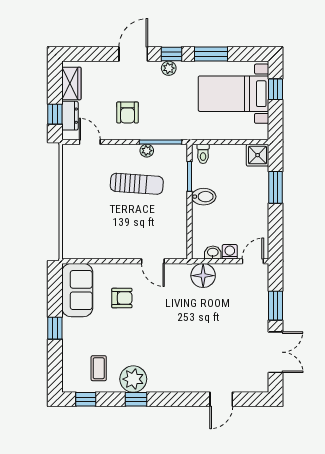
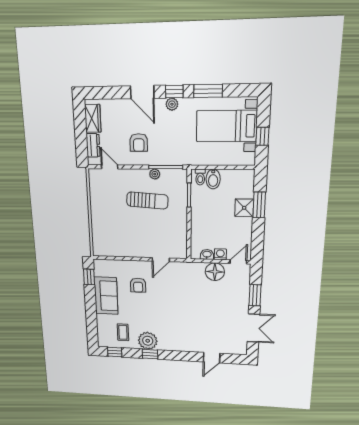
door: (133, 54) -> (142, 92), swing flipped
window: (276, 89) -> (262, 136), moved
window: (55, 114) -> (81, 144), removed
shower: (258, 155) -> (244, 208), moved
bidet: (204, 197) -> (213, 179), moved, turned 90
door: (153, 261) -> (161, 260), hinge flipped
floor lamp: (203, 276) -> (215, 272), moved
sofa: (77, 290) -> (106, 296), moved
armchair: (122, 298) -> (138, 285), turned 90
window: (55, 328) -> (89, 277), moved

